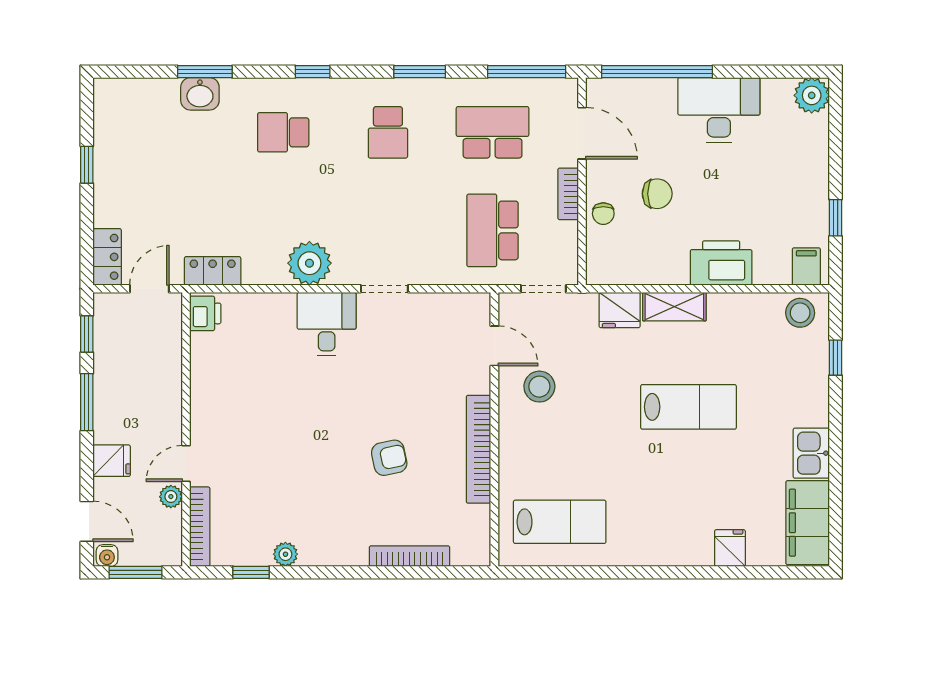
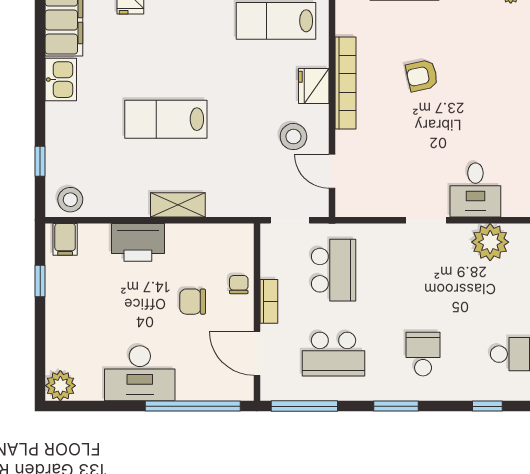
fridge: (620, 310) -> (314, 86), moved, turned -90

